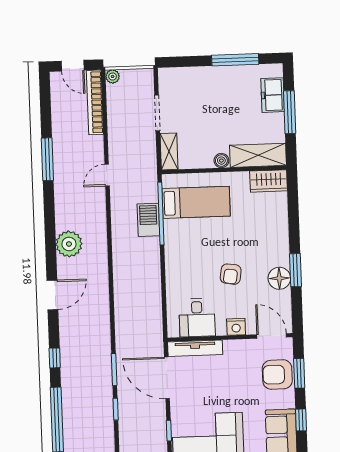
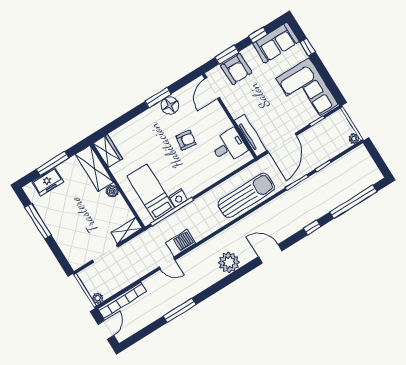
barbecue: (148, 220) -> (180, 243), moved, turned 180
sun lounger: (132, 305) -> (246, 195), added
nightstand: (236, 327) -> (178, 198), moved, turned 90

